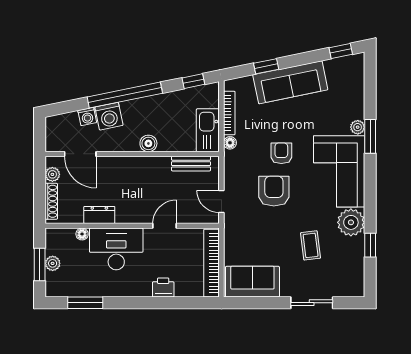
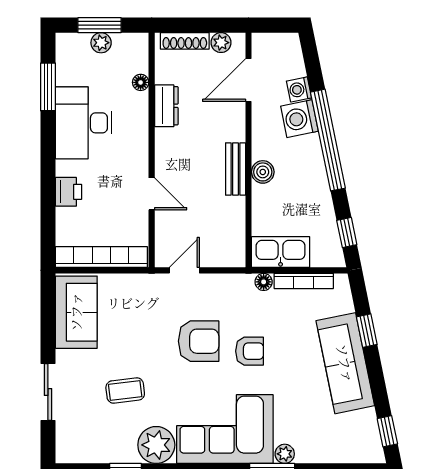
bench: (191, 164) -> (236, 169), moved
desk: (116, 249) -> (84, 123), moved, turned 180

